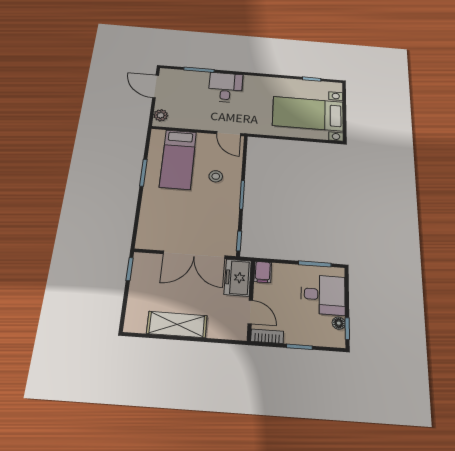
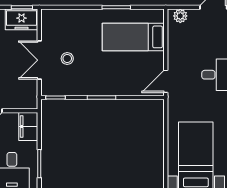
stool: (216, 176) -> (67, 59), moved
double door: (194, 255) -> (39, 60), width x0.73
filing cabinet: (263, 272) -> (28, 126), width x2.00
freezer: (238, 278) -> (22, 19), moved, turned 180

